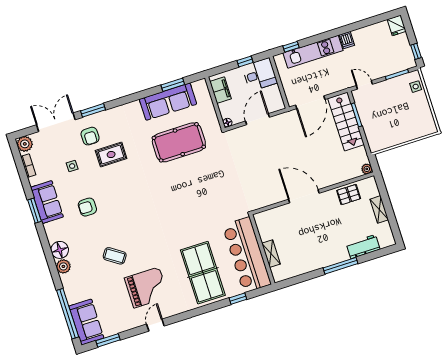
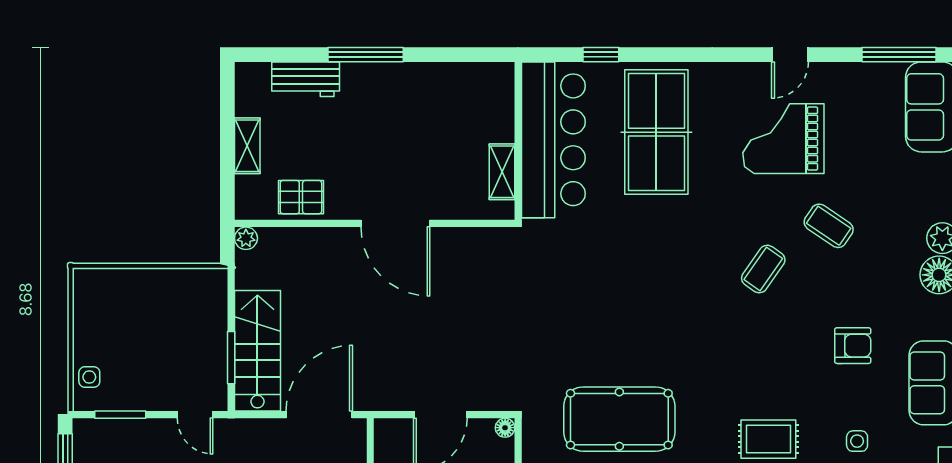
coffee table: (137, 228) -> (763, 269), added
shelving: (271, 254) -> (502, 172), moved
window: (108, 340) -> (899, 55), width x1.44

